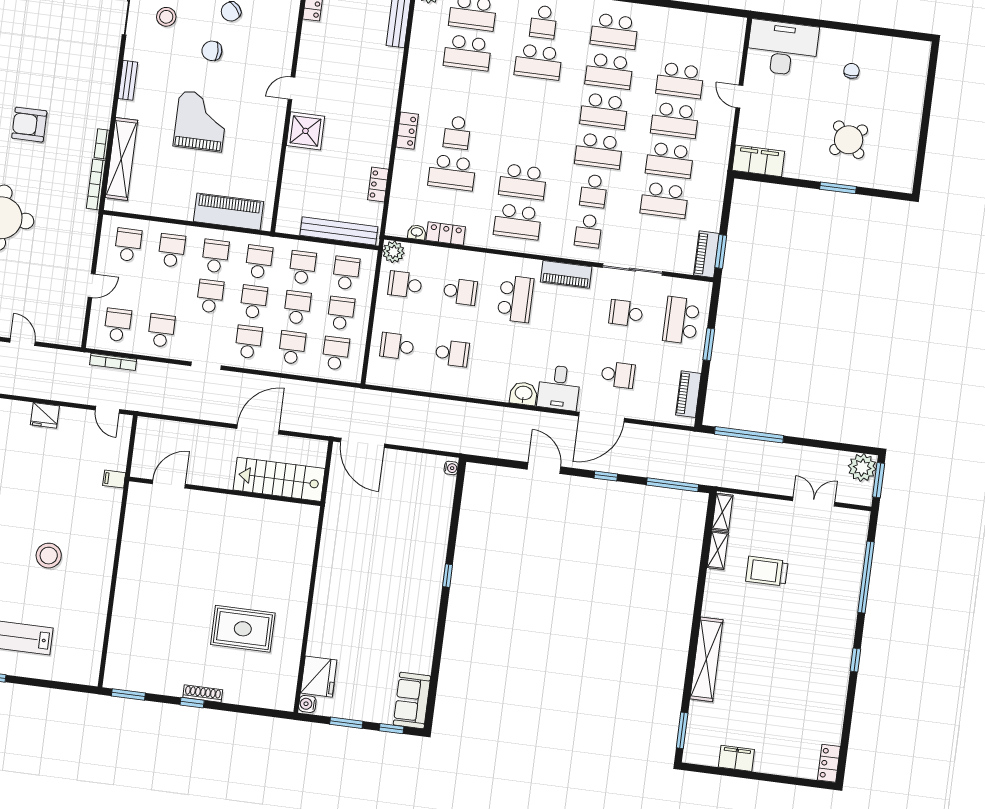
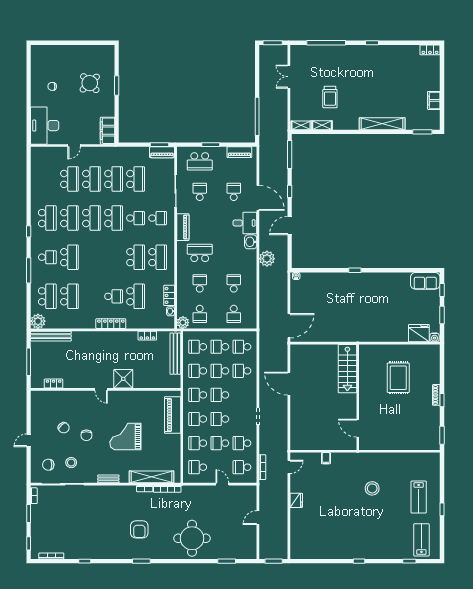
locker: (407, 131) -> (111, 324), width x1.53
school desk: (626, 313) -> (200, 192), turned 180
school desk: (248, 342) -> (220, 443), moved
plant: (862, 468) -> (267, 259), moved
stairs: (279, 479) -> (347, 369), moved
door: (169, 484) -> (358, 428), moved
wall: (225, 491) -> (358, 397), moved

